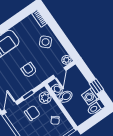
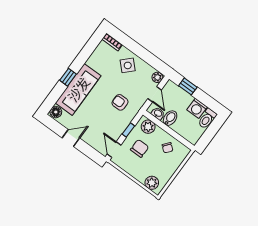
window: (96, 87) -> (188, 86), moved

